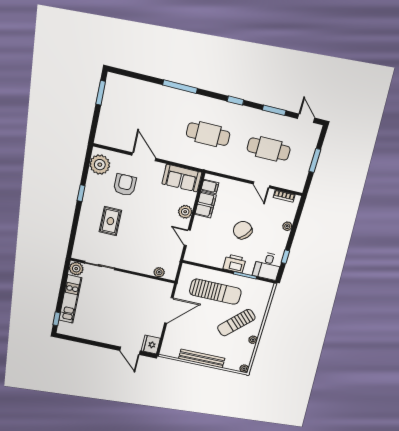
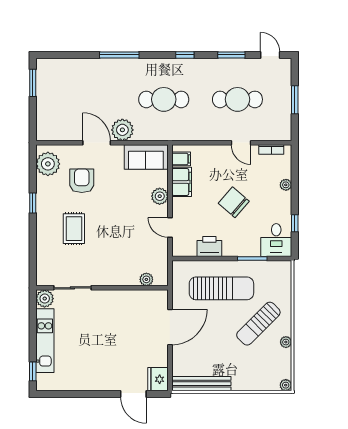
plant: (168, 151) -> (122, 130), added
printer: (234, 264) -> (209, 246), moved
bench: (202, 359) -> (201, 384), moved

